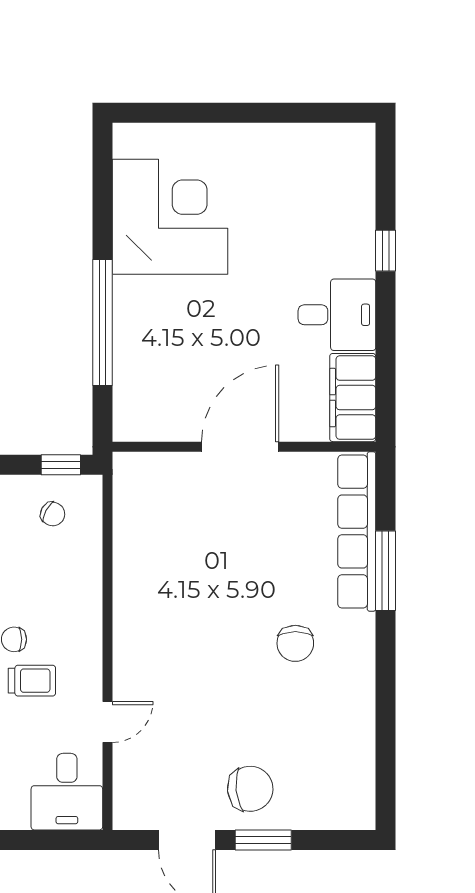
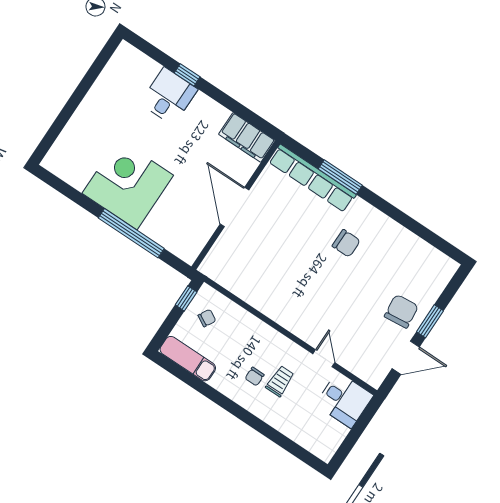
corner desk: (170, 217) -> (128, 184), moved
desk: (337, 315) -> (169, 96), moved

